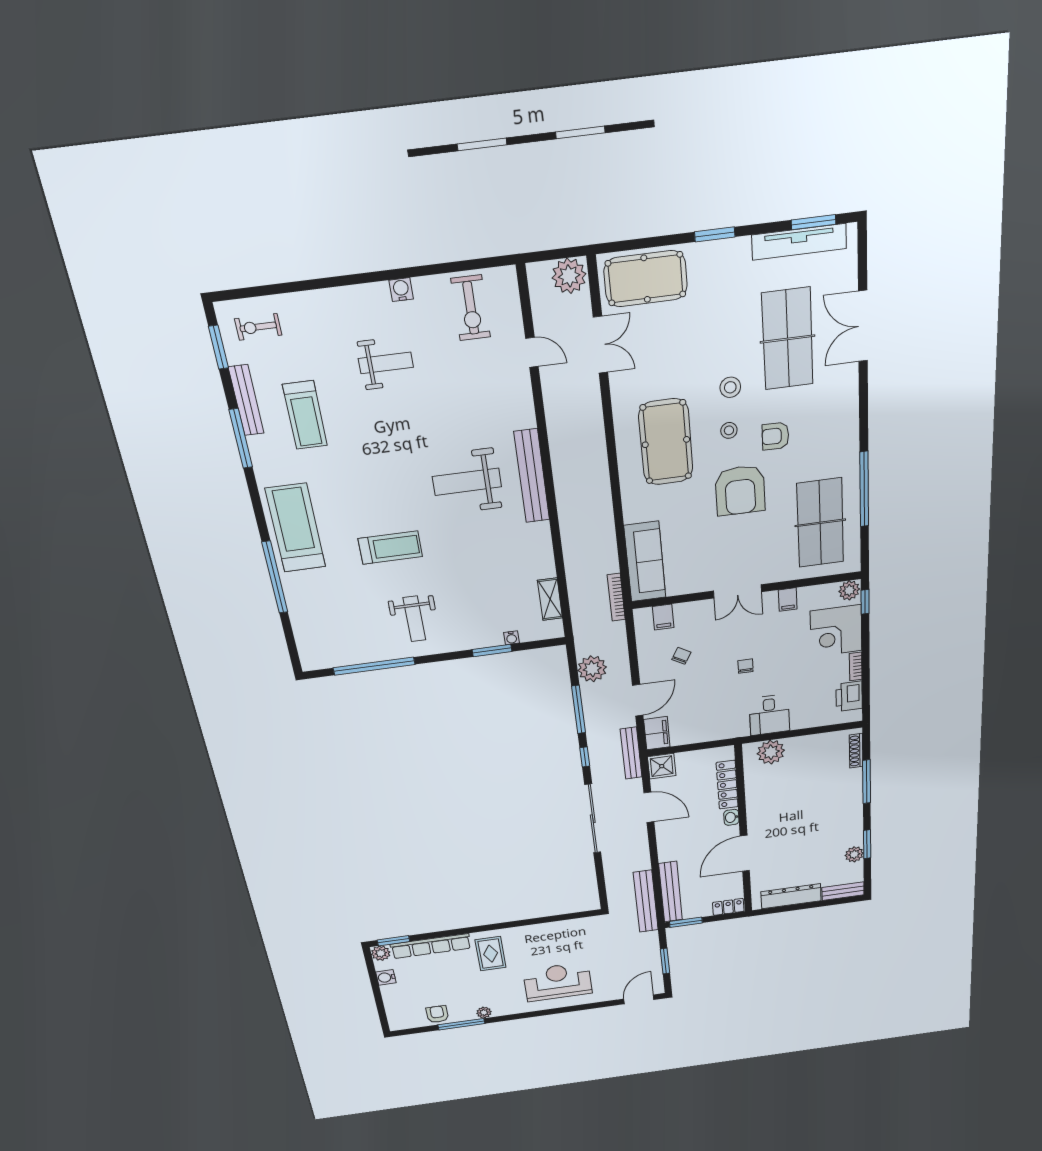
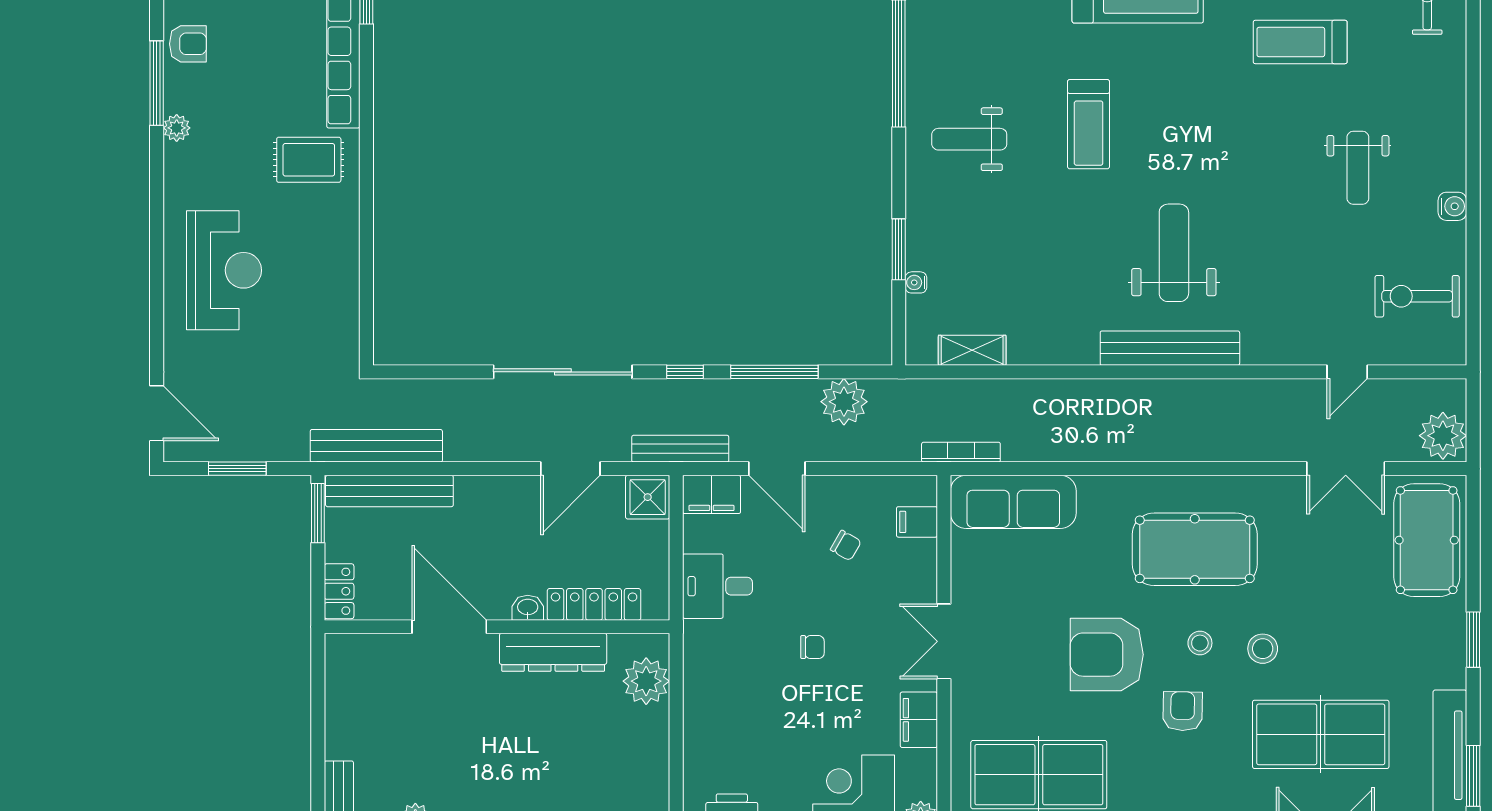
filing cabinet: (788, 600) -> (919, 720), width x2.00
desk: (769, 715) -> (717, 586), moved
dresser: (791, 896) -> (553, 652), moved, turned 90

